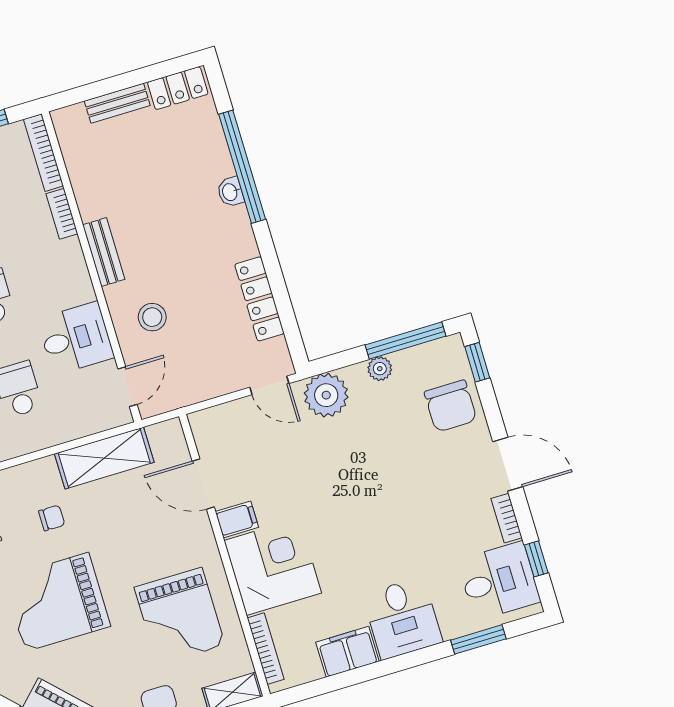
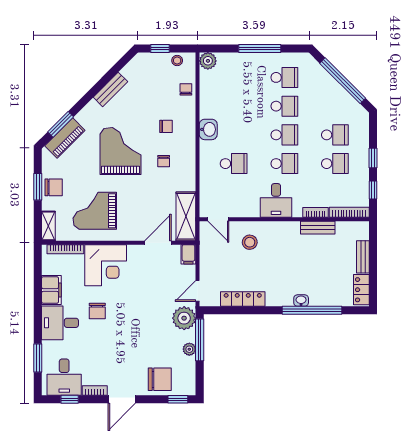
bench: (104, 252) -> (318, 228), moved
desk: (76, 338) -> (276, 200), moved
window: (406, 340) -> (200, 340), moved
chair: (451, 406) -> (160, 379), turned 180
shelving: (104, 458) -> (186, 216), moved
filing cabinet: (237, 519) -> (188, 254), moved
chair: (361, 557) -> (97, 311), added

